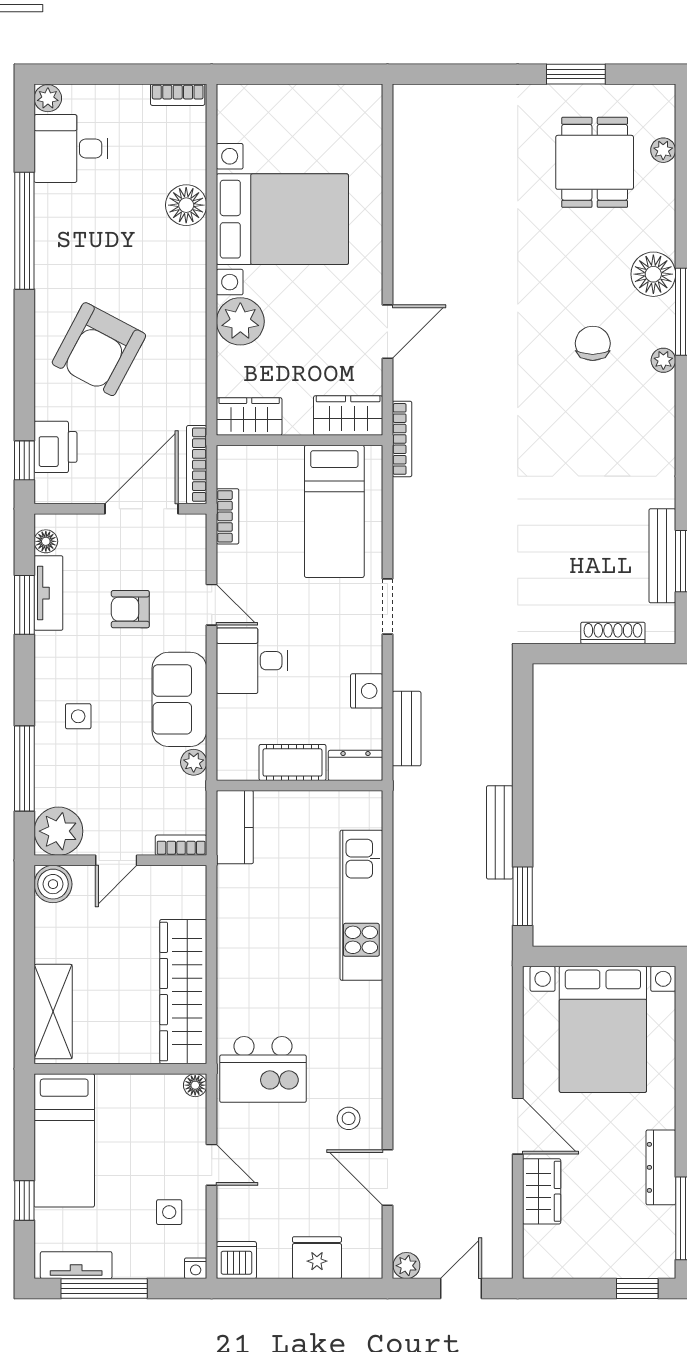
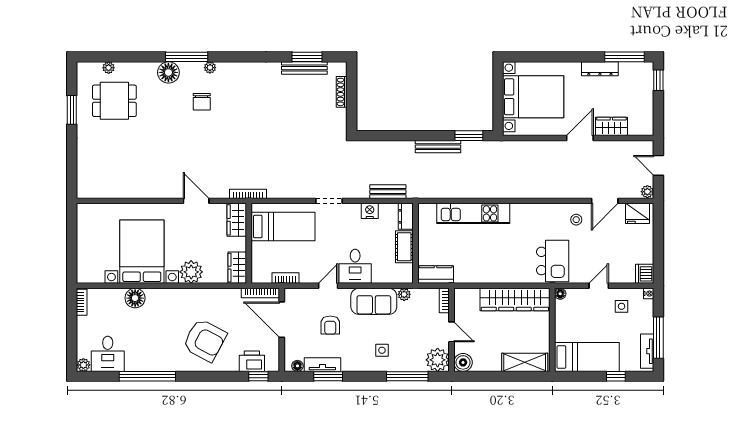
chair: (593, 343) -> (202, 102), turned -90
fridge: (317, 1258) -> (638, 213), moved, turned -90

